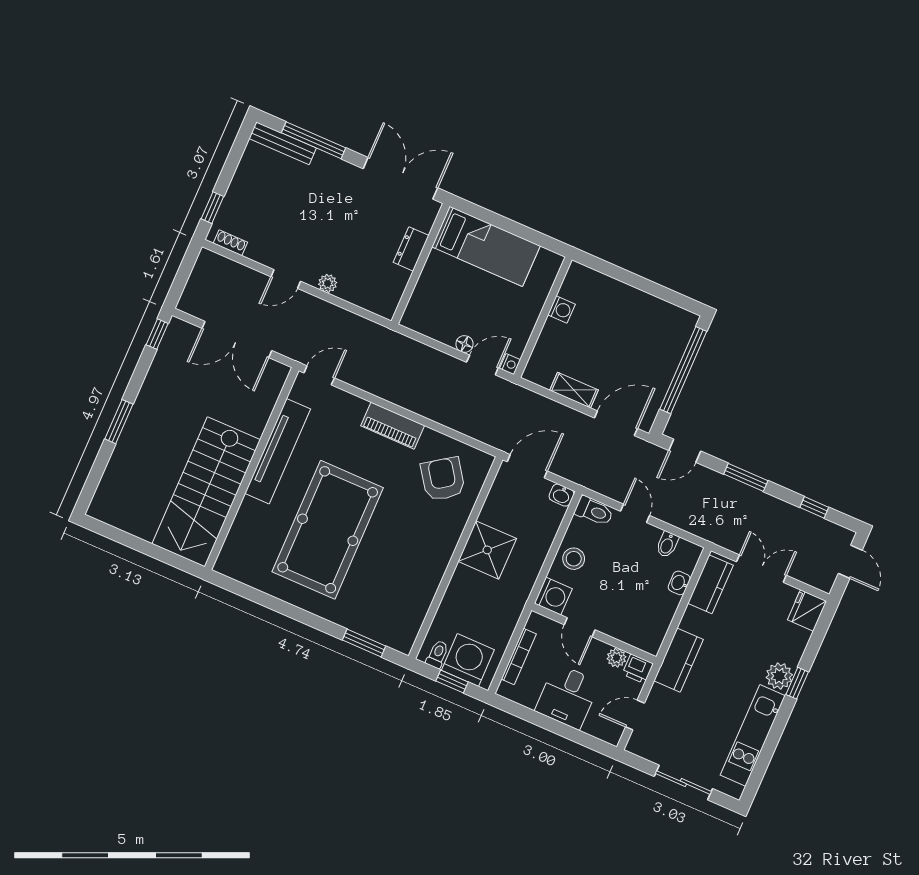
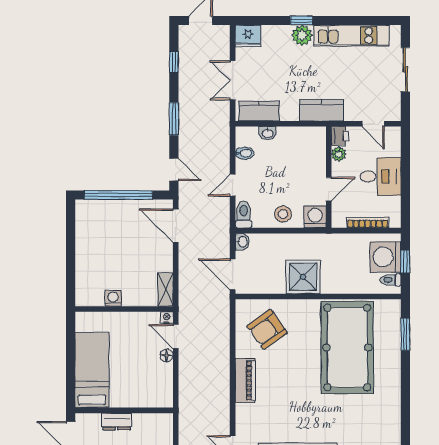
shelving: (574, 390) -> (165, 289), moved
pool table: (328, 530) -> (347, 347), moved, turned 90

